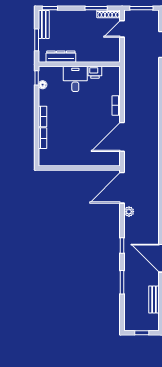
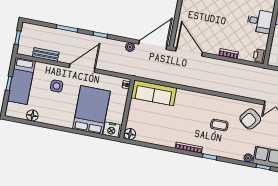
printer: (95, 72) -> (260, 56), moved
door: (122, 137) -> (189, 52), moved
door: (122, 188) -> (153, 45), hinge flipped

